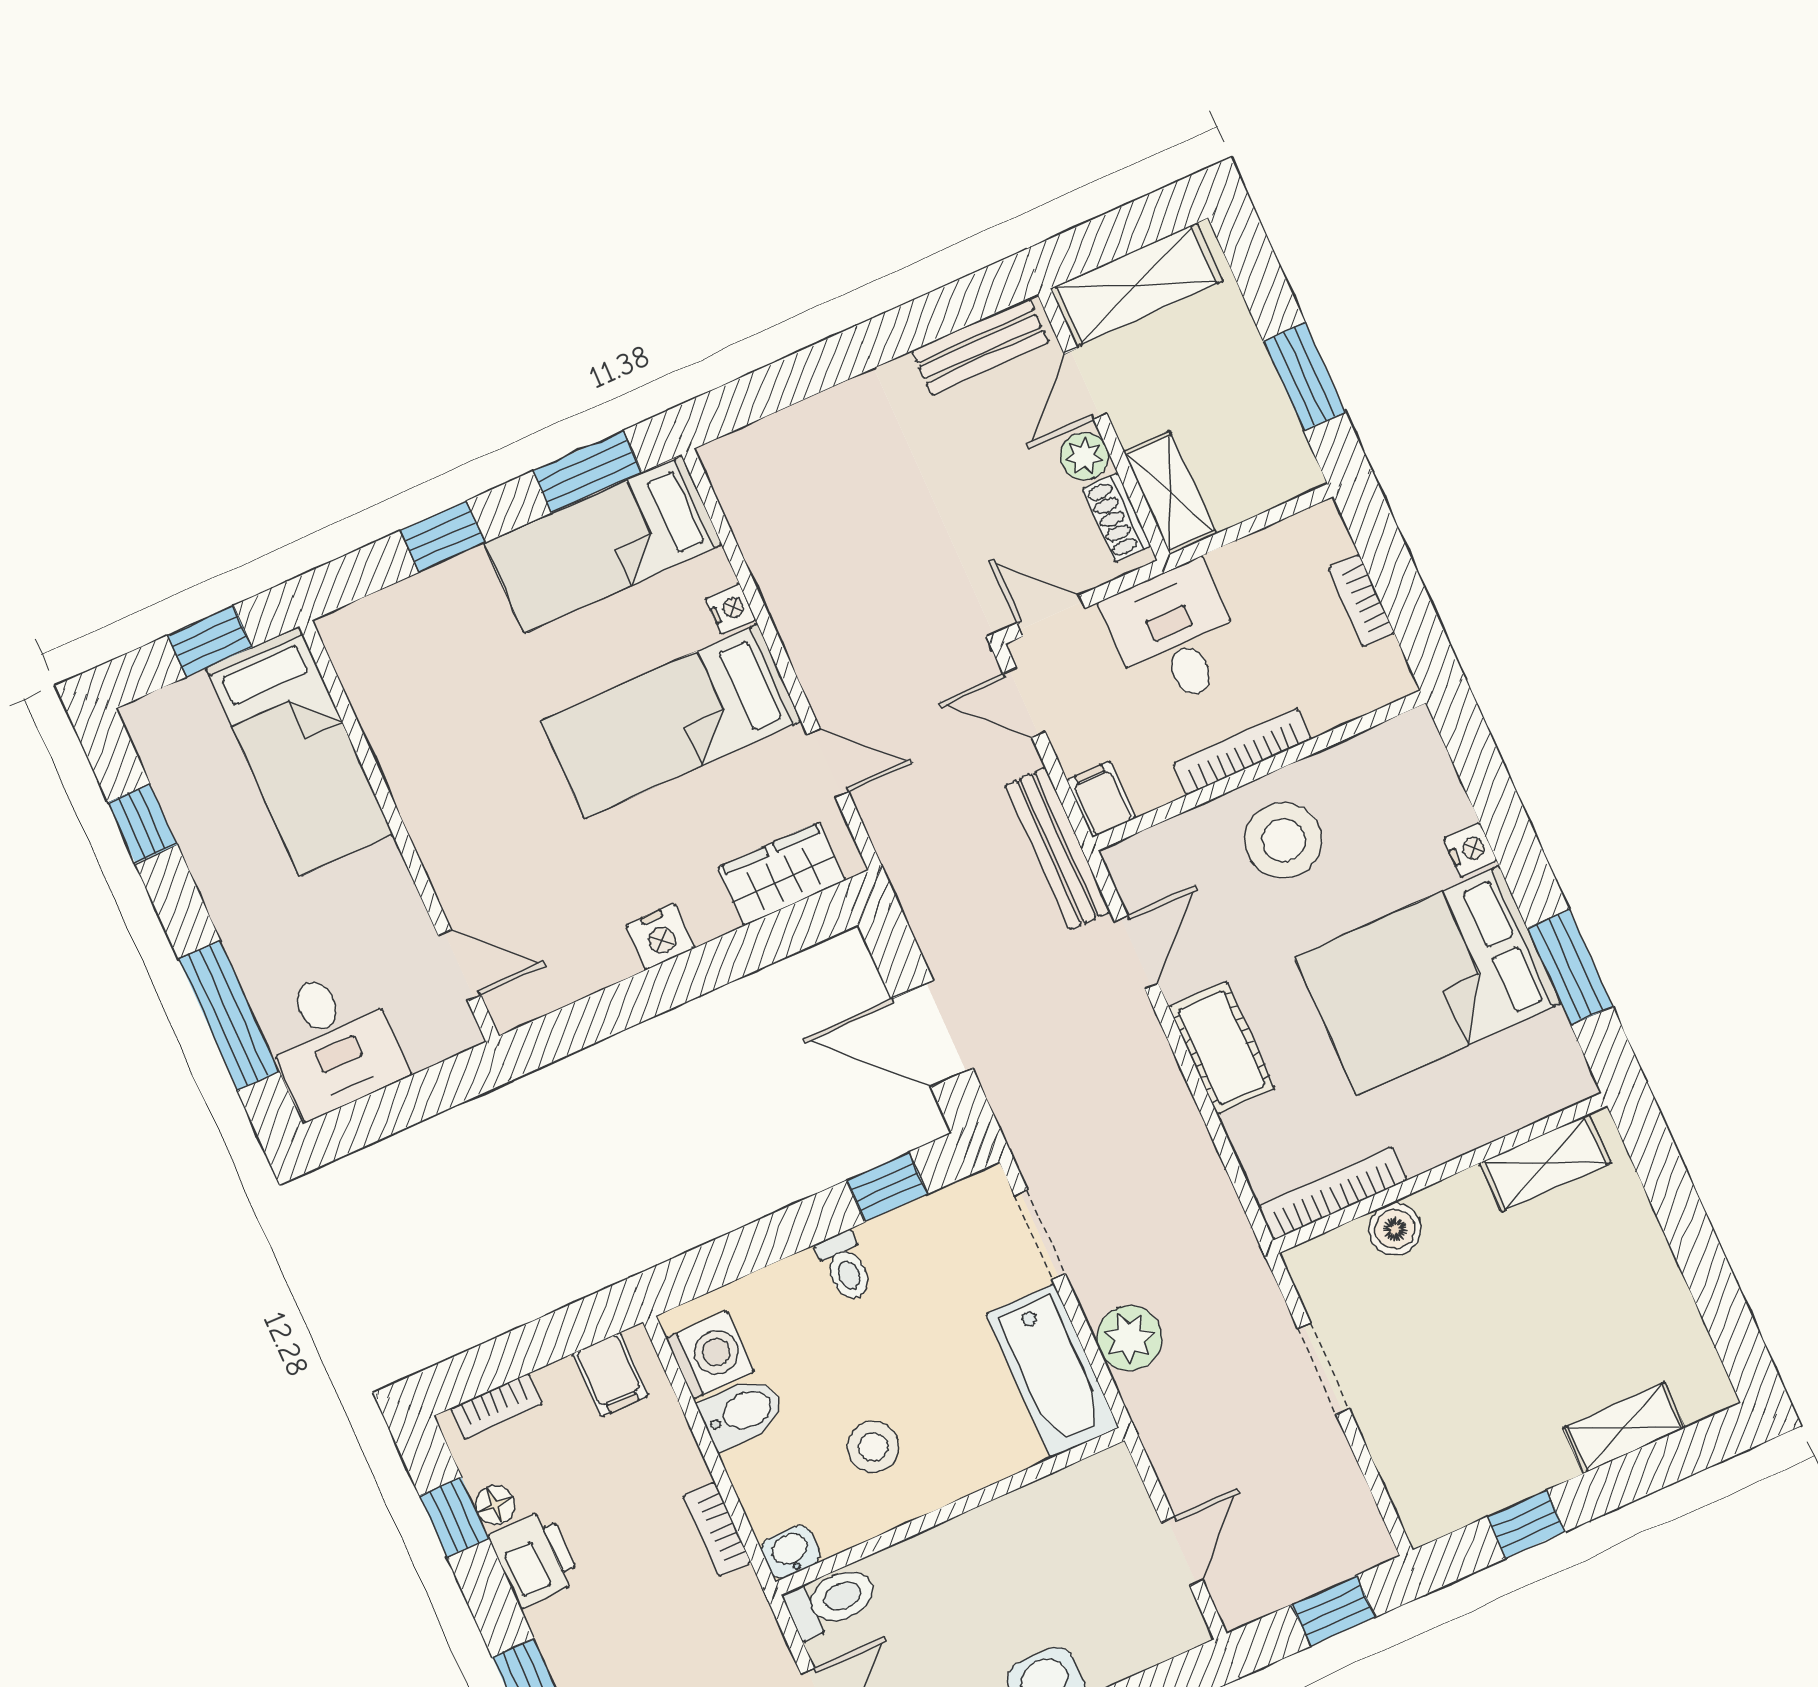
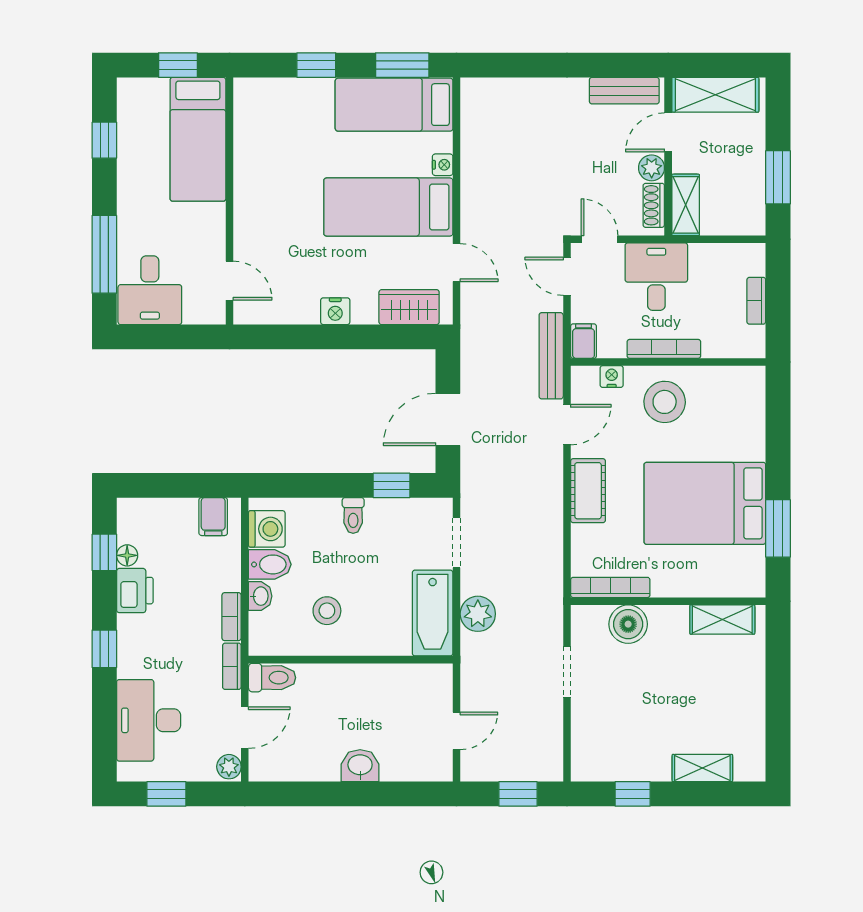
nightstand: (1470, 850) -> (612, 377), moved, turned -90
door: (932, 1034) -> (448, 419), hinge flipped
boiler: (1395, 1229) -> (628, 624), width x1.36, depth x1.36
bookcase: (496, 1406) -> (232, 666), moved, turned 90
washbasin: (791, 1552) -> (260, 596), moved, turned 90

